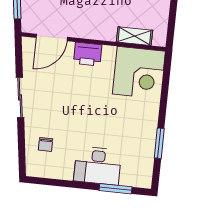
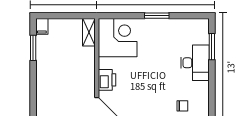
shelving: (134, 36) -> (89, 32), moved
window: (159, 143) -> (157, 16), moved

